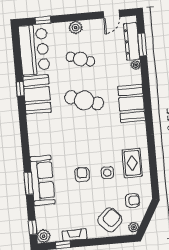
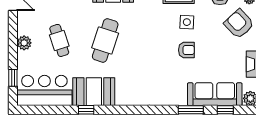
cafe table: (80, 59) -> (59, 40), turned -36
armchair: (82, 175) -> (186, 50), turned 180
sofa: (42, 180) -> (215, 94), moved
window: (32, 227) -> (225, 110), moved

